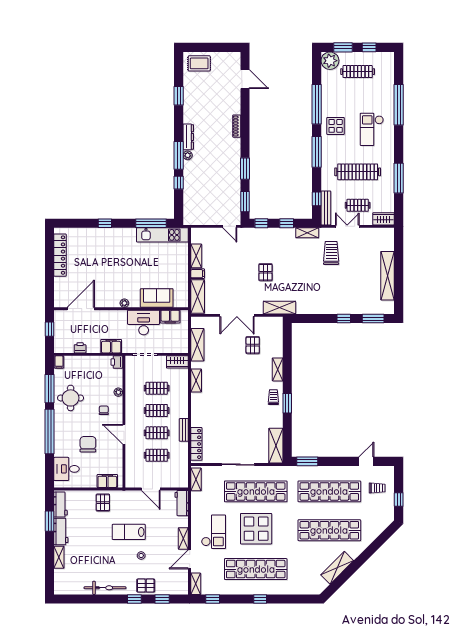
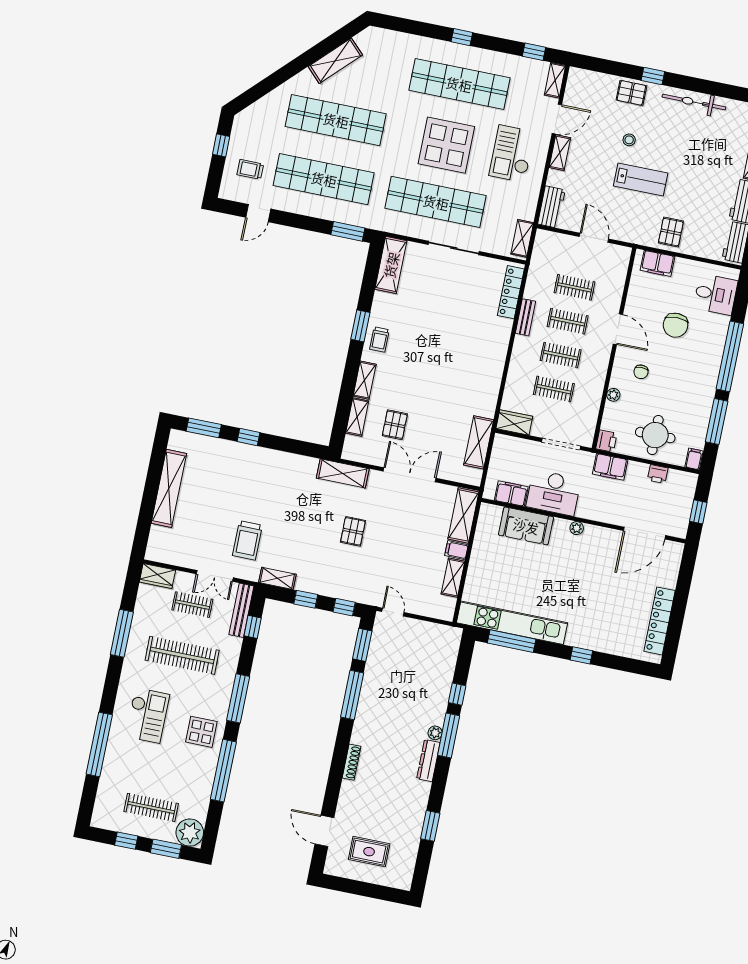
rug: (199, 63) -> (369, 852), moved
window: (245, 169) -> (352, 695), width x1.44
kitchen unit: (162, 235) -> (512, 623), width x1.36
shelving: (196, 381) -> (357, 417), moved
round table: (71, 398) -> (655, 435), moved
window: (162, 599) -> (611, 67), removed

